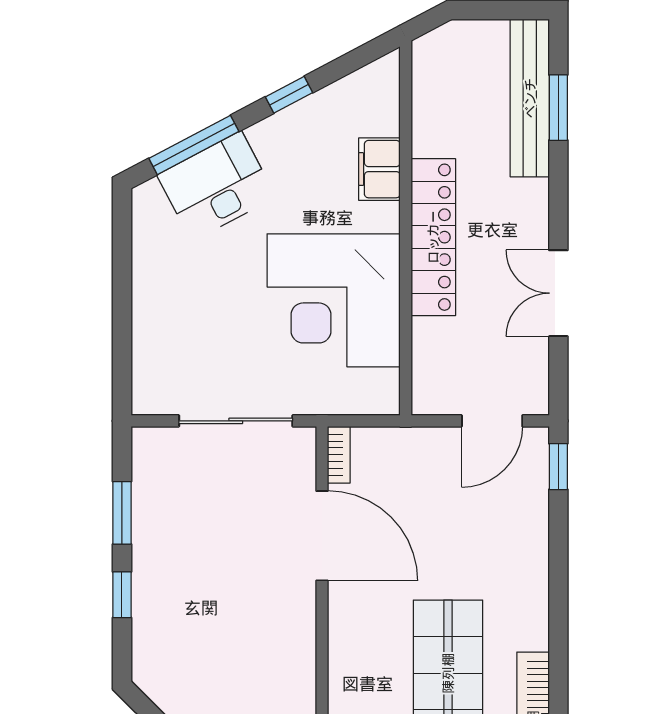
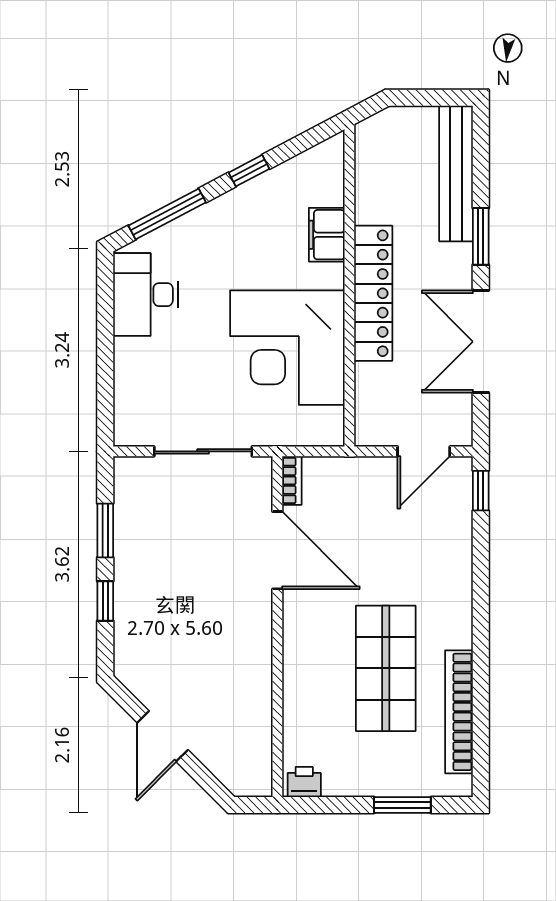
window: (558, 108) -> (481, 236), moved
desk: (216, 186) -> (146, 295), moved, turned -62
double door: (558, 293) -> (481, 342), width x1.37

